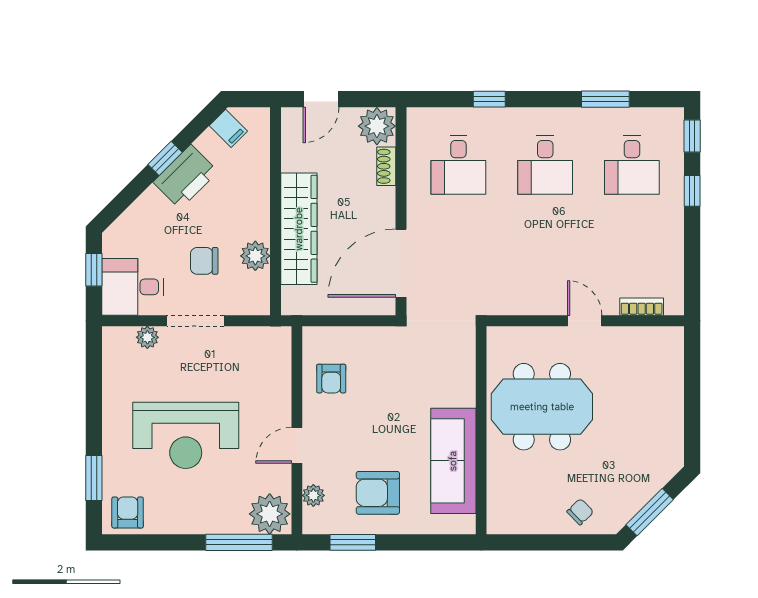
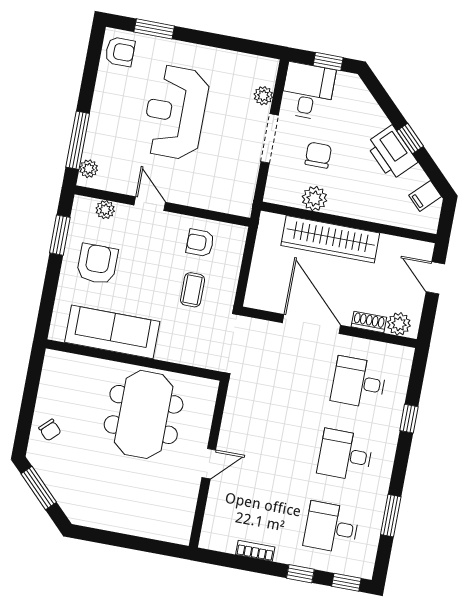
plant: (377, 126) -> (399, 324), width x0.73, depth x0.73
door: (401, 263) -> (312, 324), moved
bookcase: (642, 307) -> (255, 551), moved, turned -90
coffee table: (387, 377) -> (193, 290), added
plant: (270, 514) -> (89, 169), width x0.53, depth x0.53

